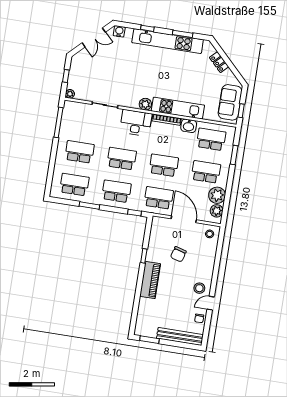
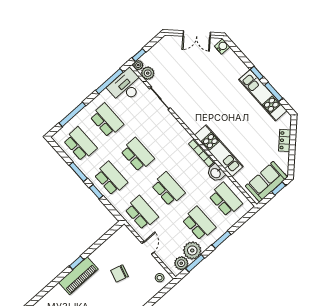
window: (147, 28) -> (257, 73), moved
kitchen unit: (168, 41) -> (263, 95), width x0.73
window: (66, 76) -> (139, 55), moved
plant: (145, 104) -> (148, 73), moved
window: (241, 111) -> (279, 189), moved
desk: (136, 123) -> (126, 86), moved, turned -90
window: (234, 155) -> (222, 240), moved
window: (51, 168) -> (72, 114), added
window: (227, 203) -> (195, 263), added
window: (134, 213) -> (96, 192), moved
door: (184, 219) -> (148, 248), width x0.53
window: (144, 256) -> (77, 263), moved

